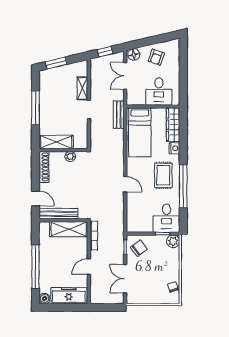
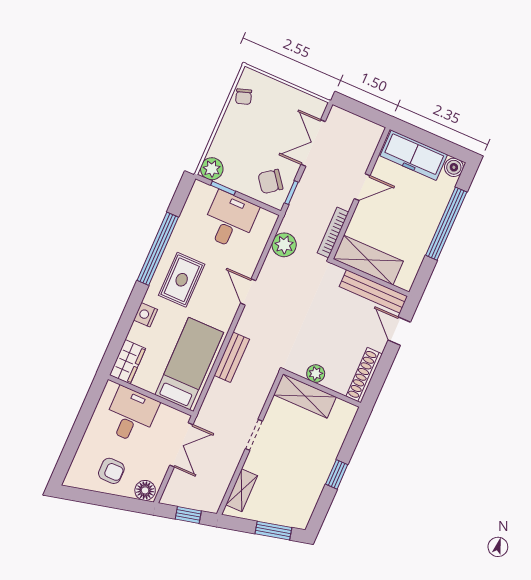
armchair: (156, 57) -> (111, 471), turned 71
double door: (125, 76) -> (181, 445), moved
shelving: (82, 88) -> (242, 490), moved
window: (36, 108) -> (337, 474), width x0.46
bench: (119, 115) -> (232, 357), moved
wardrobe: (173, 125) -> (128, 362), width x0.67
shelving: (56, 142) -> (305, 396), moved
plant: (117, 218) -> (284, 245), added
desk: (166, 218) -> (230, 220), moved
double door: (125, 279) -> (313, 143), swing flipped

